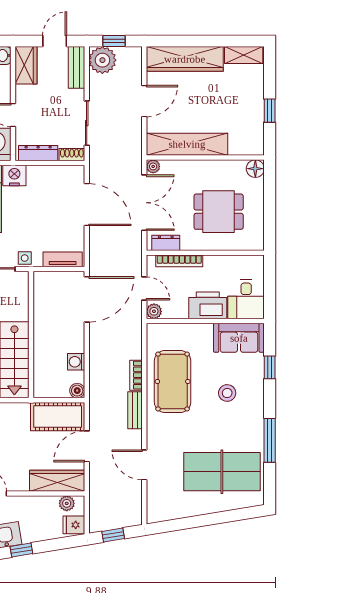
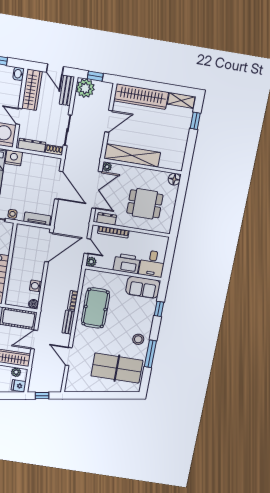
door: (55, 41) -> (55, 69), swing flipped
wardrobe: (26, 65) -> (32, 90), width x1.50
window: (270, 111) -> (195, 121), moved
stool: (227, 393) -> (138, 339), moved

